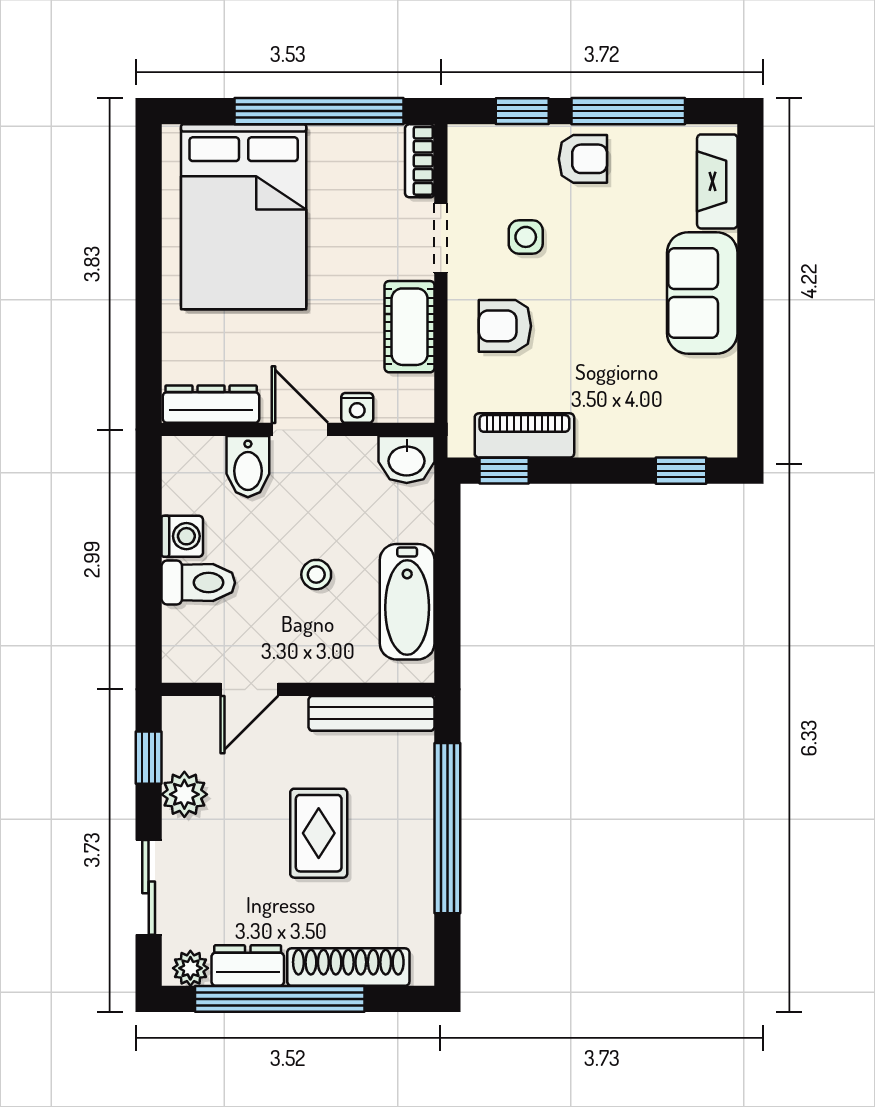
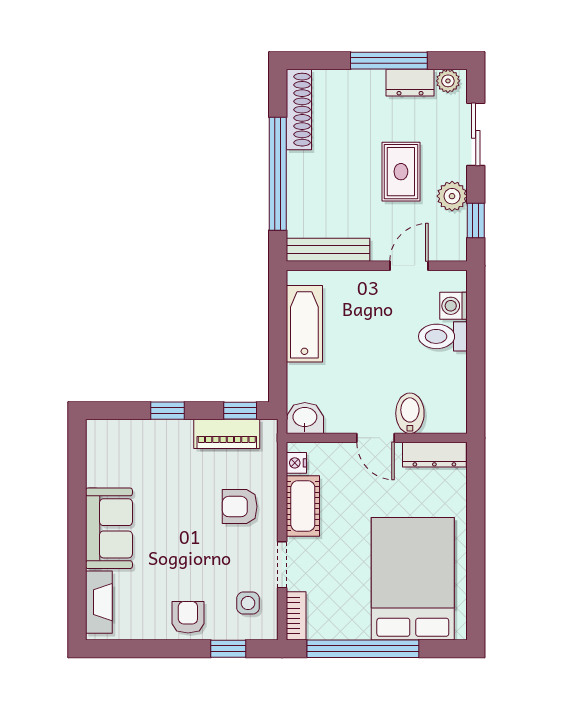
window: (628, 111) -> (158, 649), removed
armchair: (583, 159) -> (188, 617), turned 90
side table: (526, 237) -> (248, 603), moved
armchair: (505, 326) -> (240, 507), turned 180
nightstand: (357, 408) -> (296, 463), moved, turned -90
window: (681, 471) -> (168, 411), moved
washing machine: (182, 536) -> (453, 306), moved
stool: (316, 575) -> (365, 342), removed
rug: (319, 833) -> (401, 172), moved
shoe rack: (348, 967) -> (299, 110), moved, turned -90
window: (280, 999) -> (389, 61), width x0.68

